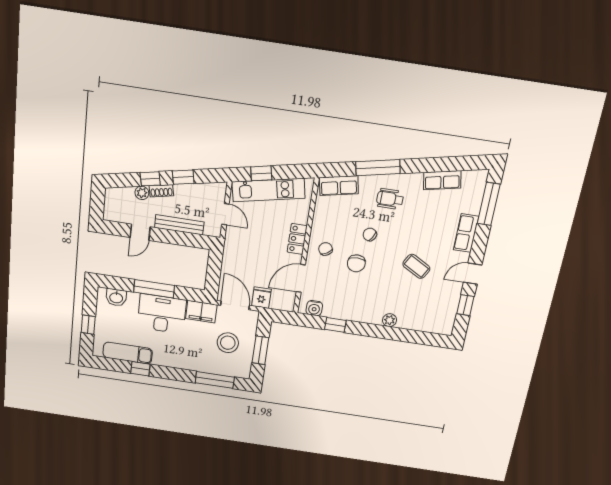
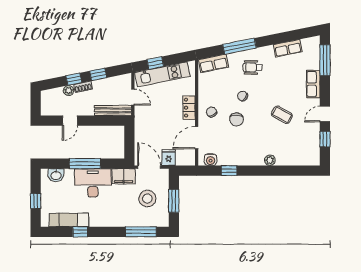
bench: (179, 225) -> (113, 110), moved

